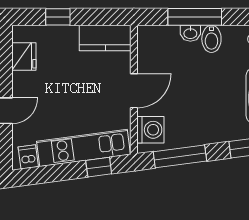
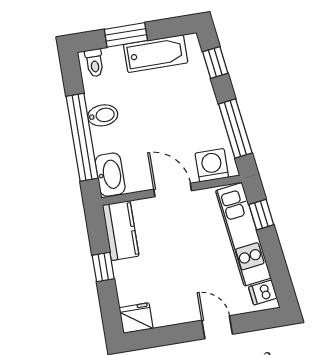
window: (58, 17) -> (103, 267), moved
window: (195, 17) -> (82, 137), width x1.46
washbasin: (190, 33) -> (110, 175), moved, width x1.91, depth x1.45
fridge: (24, 57) -> (136, 318), moved

